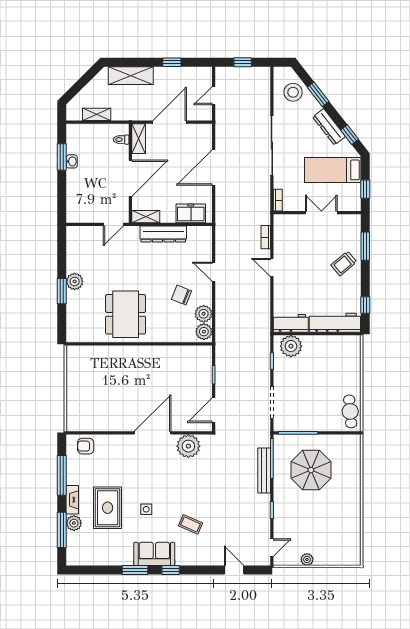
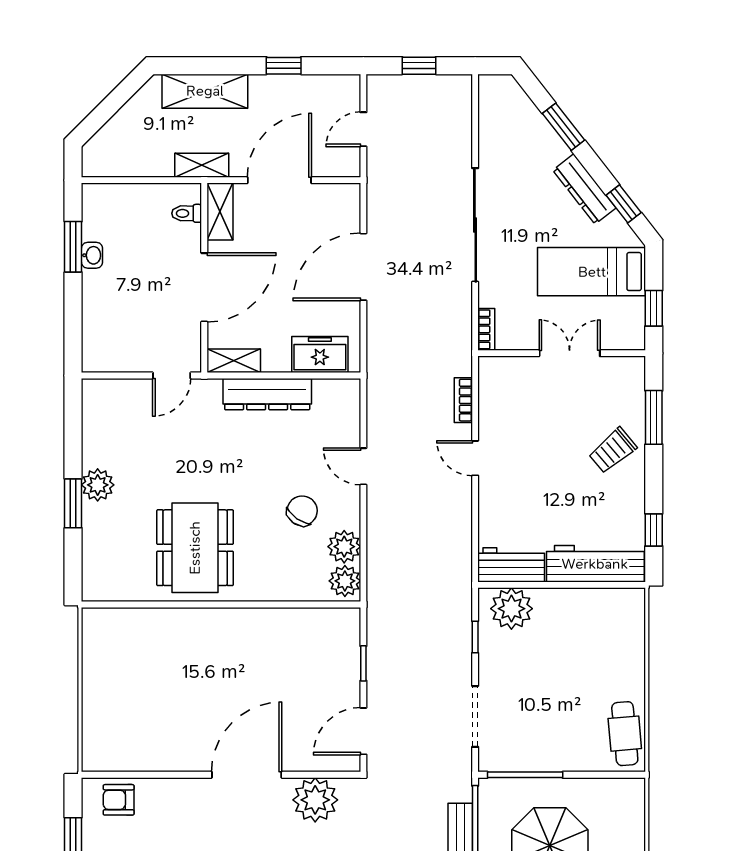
stool: (293, 92) -> (516, 123), removed
shelving: (97, 114) -> (202, 165), moved
chair: (182, 295) -> (302, 511), turned 103

